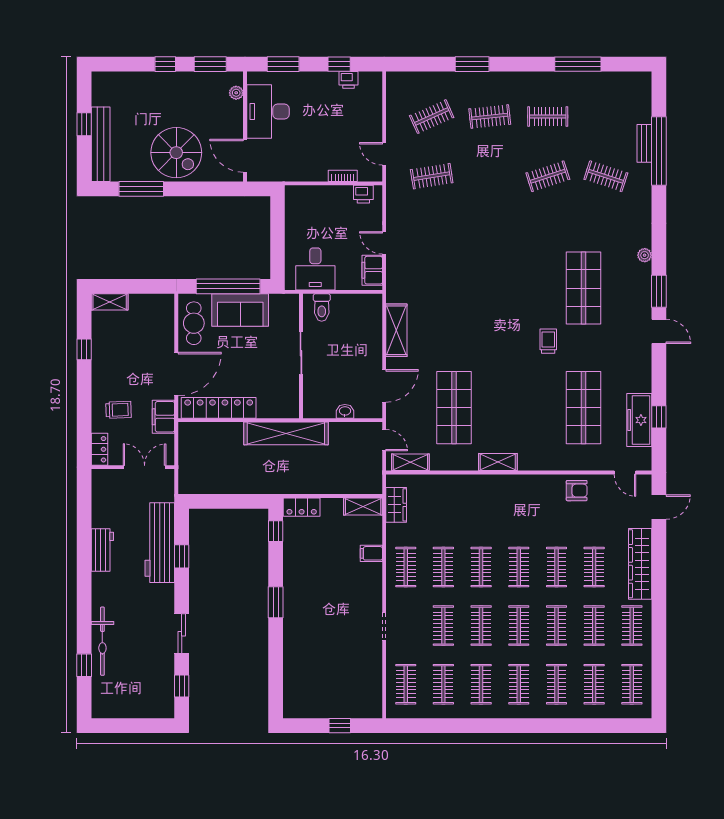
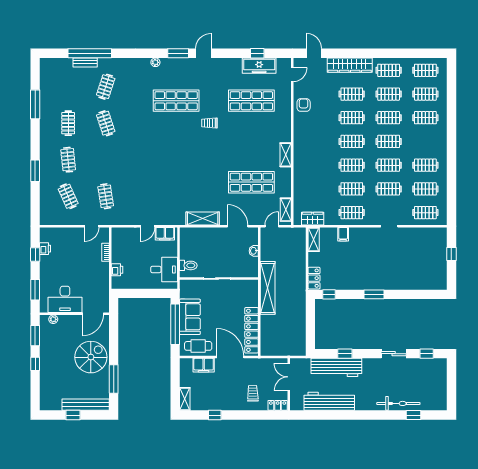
printer: (363, 194) -> (117, 270), moved
filing cabinet: (163, 417) -> (204, 365), moved
workbench: (102, 550) -> (329, 401), width x1.88, depth x1.32
clothes rail: (519, 684) -> (425, 141), removed

